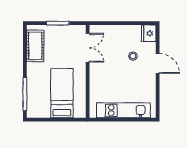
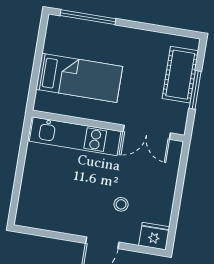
cot: (35, 46) -> (180, 75), moved, turned 90
kitchen unit: (123, 110) -> (75, 136), moved, turned 90

